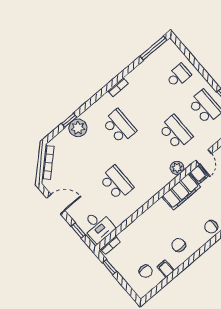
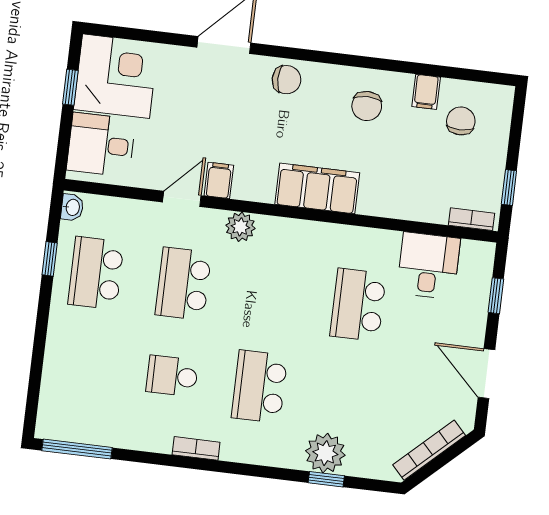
school desk: (178, 76) -> (172, 376), moved
filing cabinet: (181, 192) -> (317, 188), moved
desk: (98, 226) -> (429, 266), moved

